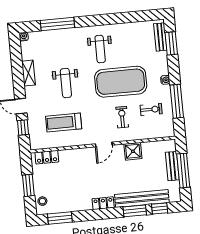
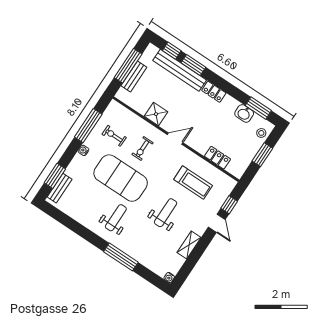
window: (57, 24) -> (121, 257), moved
locker: (47, 157) -> (217, 158), moved
washbasin: (67, 205) -> (244, 113), added

